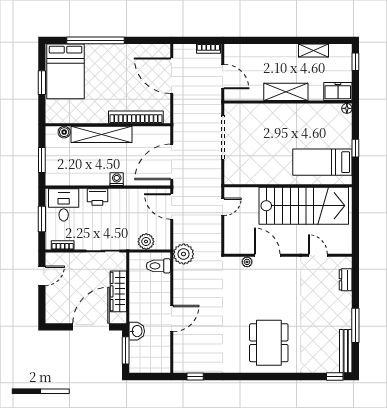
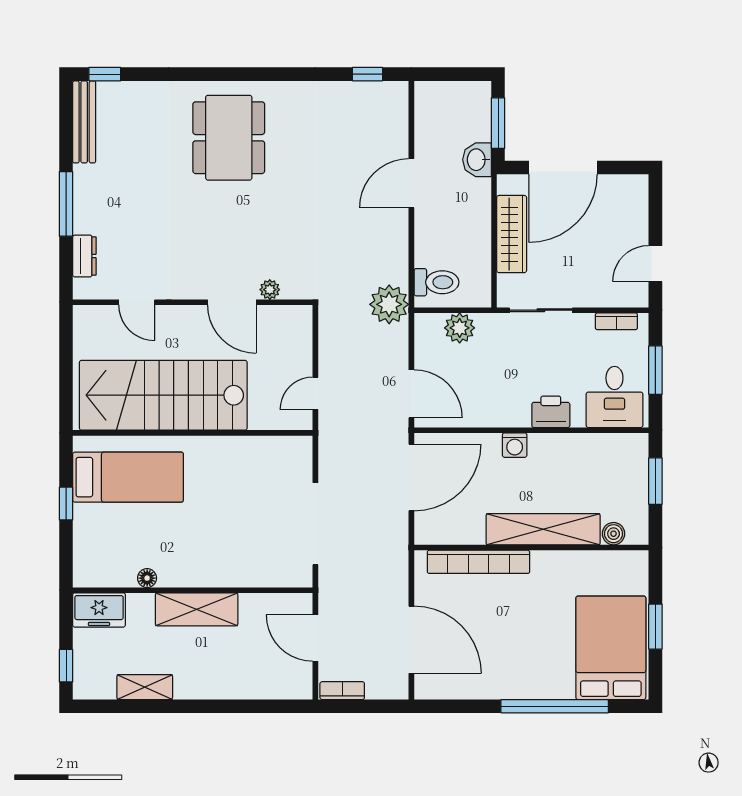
floor lamp: (347, 108) -> (147, 578), moved
window: (355, 325) -> (66, 204), moved

